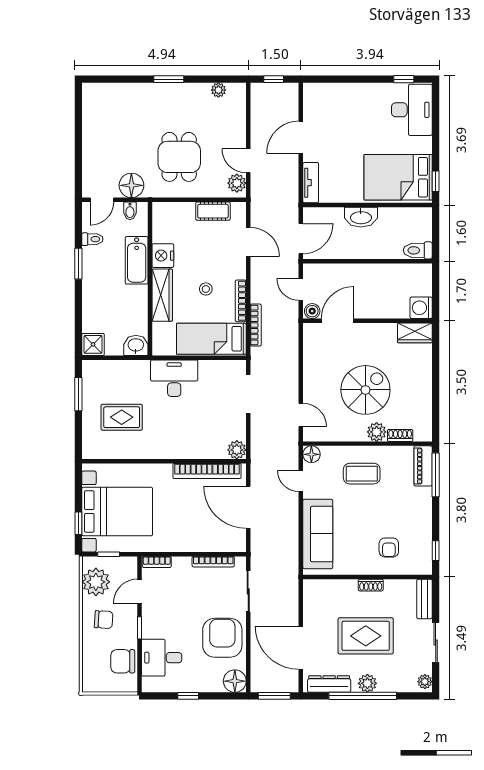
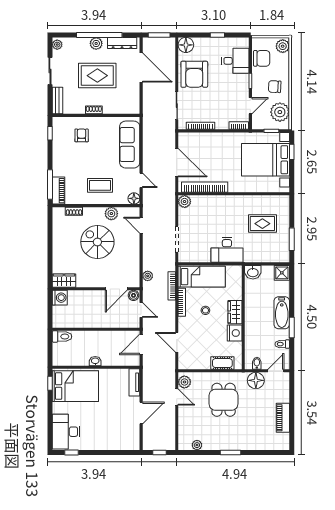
piano: (92, 130) -> (283, 418), added
cot: (213, 211) -> (222, 363), moved
washbasin: (361, 217) -> (95, 361), width x0.52, depth x0.69
bathtub: (137, 260) -> (282, 313), moved, turned 180
wardrobe: (162, 295) -> (235, 312), width x0.67
plant: (291, 340) -> (148, 276), added
spiral stairs: (365, 390) -> (97, 242), turned 90
plant: (377, 432) -> (111, 214), moved
plant: (92, 679) -> (283, 46), added

